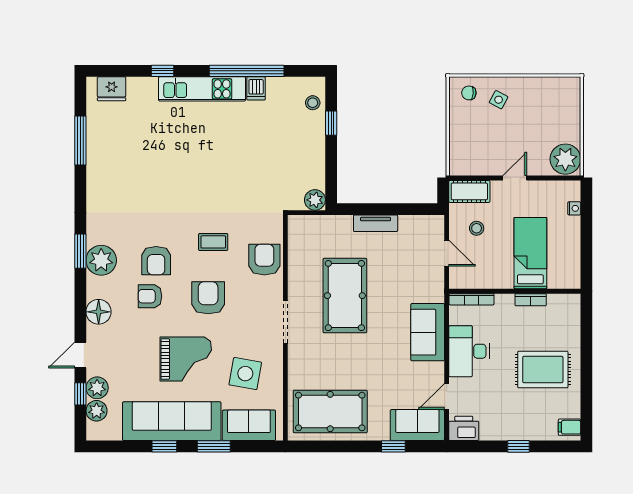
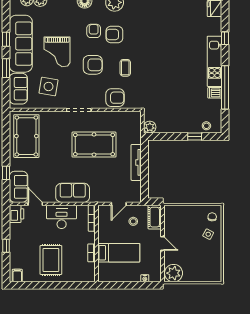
tv unit: (376, 223) -> (136, 162), width x1.41

